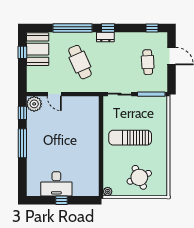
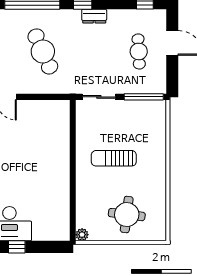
dresser: (105, 37) -> (94, 16), moved
sun lounger: (130, 138) -> (114, 158), width x0.73, depth x0.75
round table: (139, 177) -> (127, 215), turned 31

